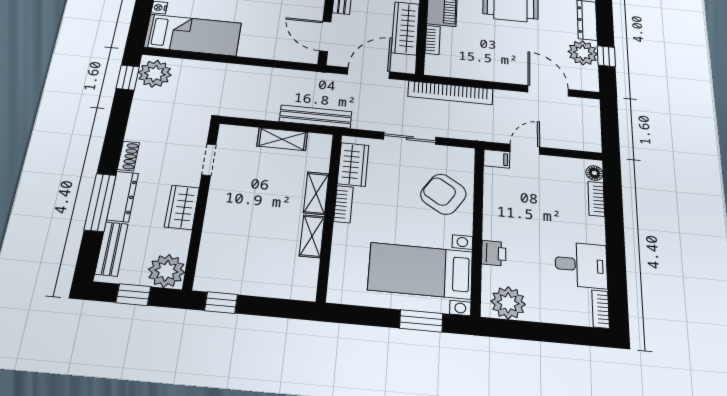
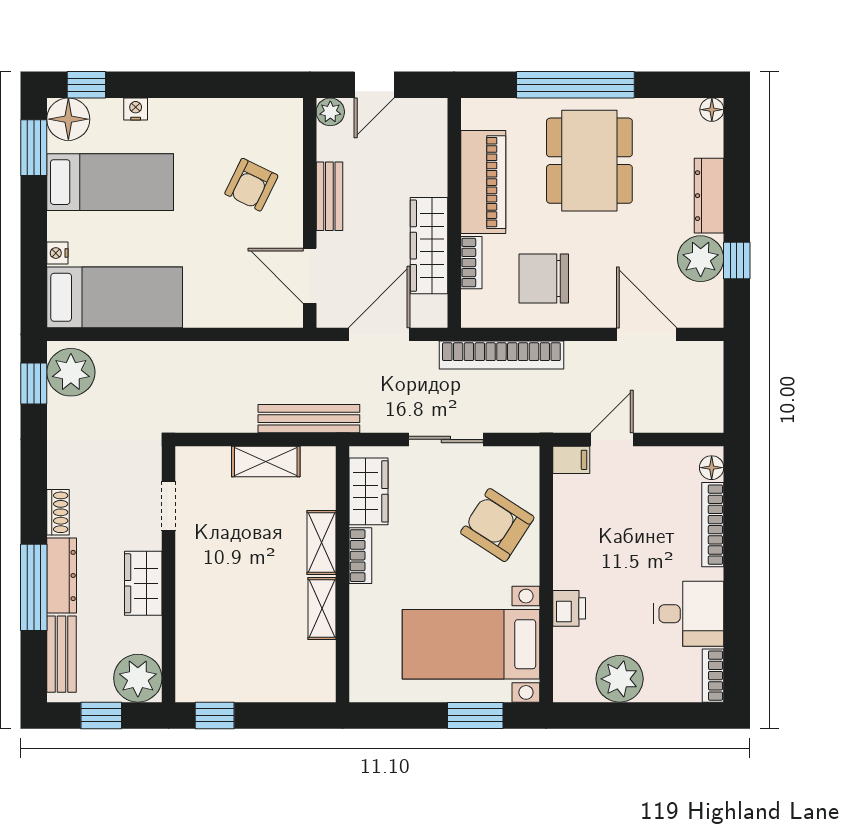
chair: (480, 53) -> (544, 279), added
bookcase: (596, 199) -> (713, 525), width x1.56
plant: (508, 303) -> (620, 679), moved

